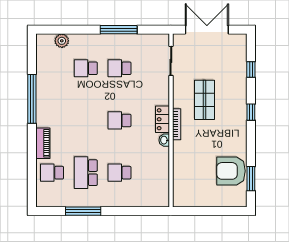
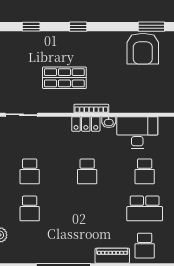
desk: (155, 166) -> (137, 133), added

